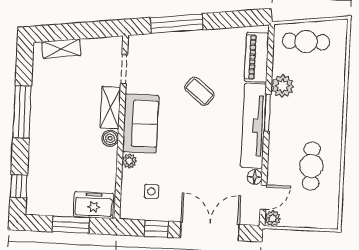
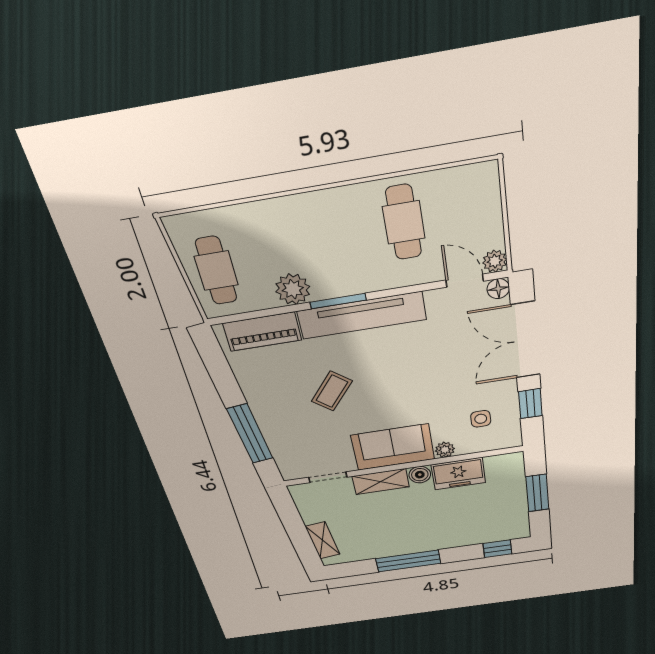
cafe table: (311, 166) -> (404, 222), turned 90
floor lamp: (255, 177) -> (498, 289), moved
freezer: (94, 205) -> (458, 474), moved, turned -90

